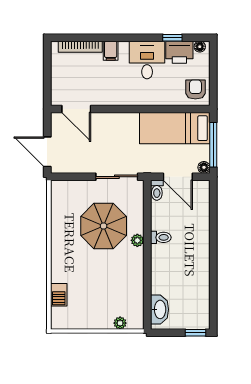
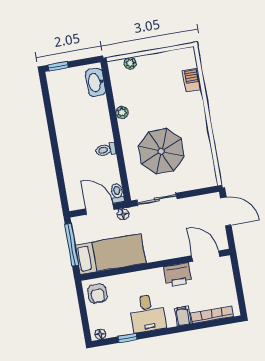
printer: (179, 52) -> (178, 275), moved, turned 180
floor lamp: (204, 167) -> (123, 214), moved
plant: (137, 240) -> (122, 113), moved

